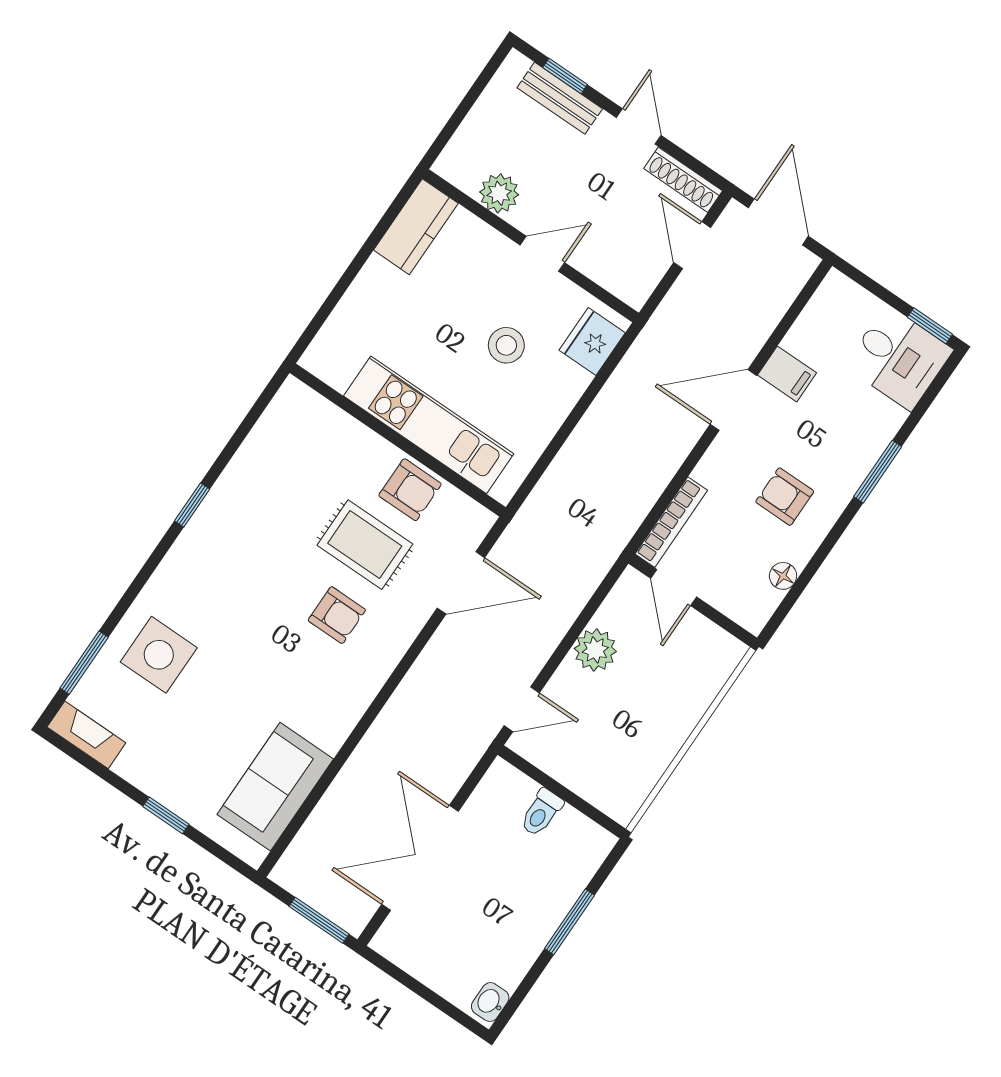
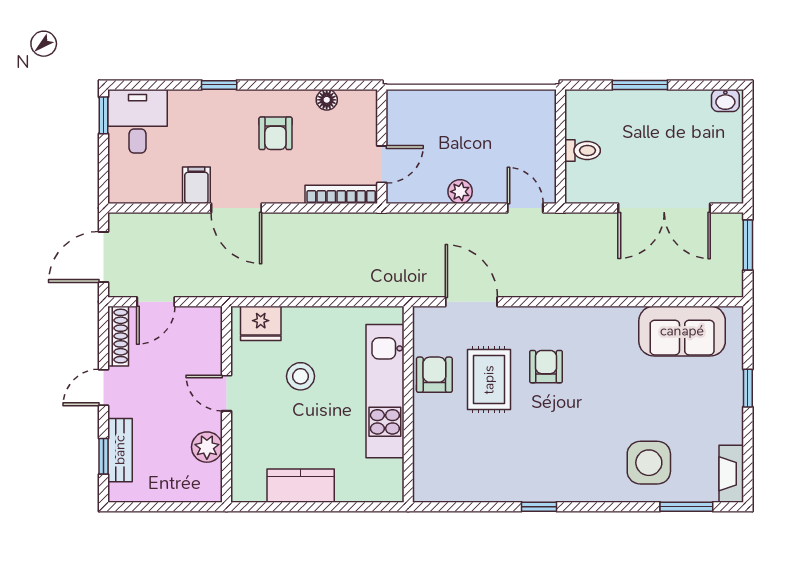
kitchen counter: (416, 227) -> (301, 486), moved
window: (878, 472) -> (219, 85), width x0.67
plant: (595, 650) -> (460, 192), width x0.73, depth x0.73

